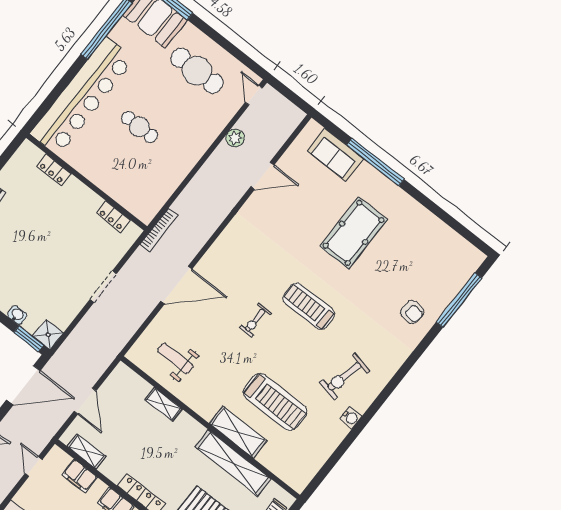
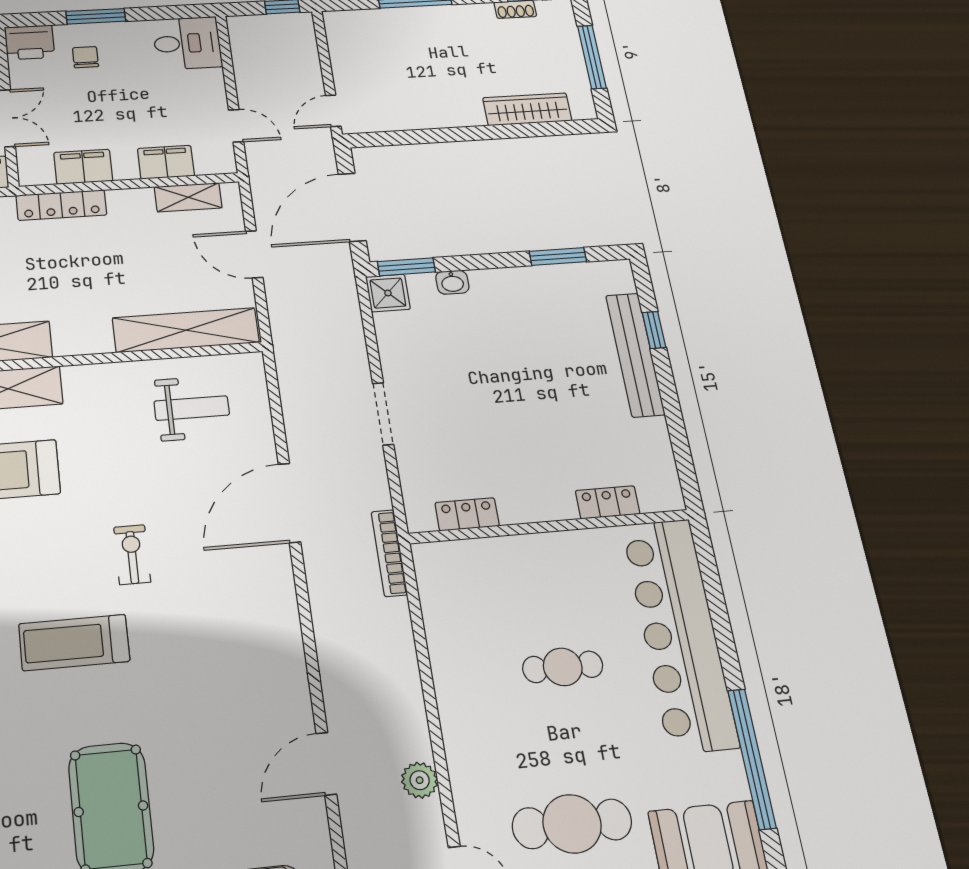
treadmill: (309, 306) -> (74, 643), turned 180
shelving: (163, 404) -> (186, 330), width x2.20, depth x1.33

